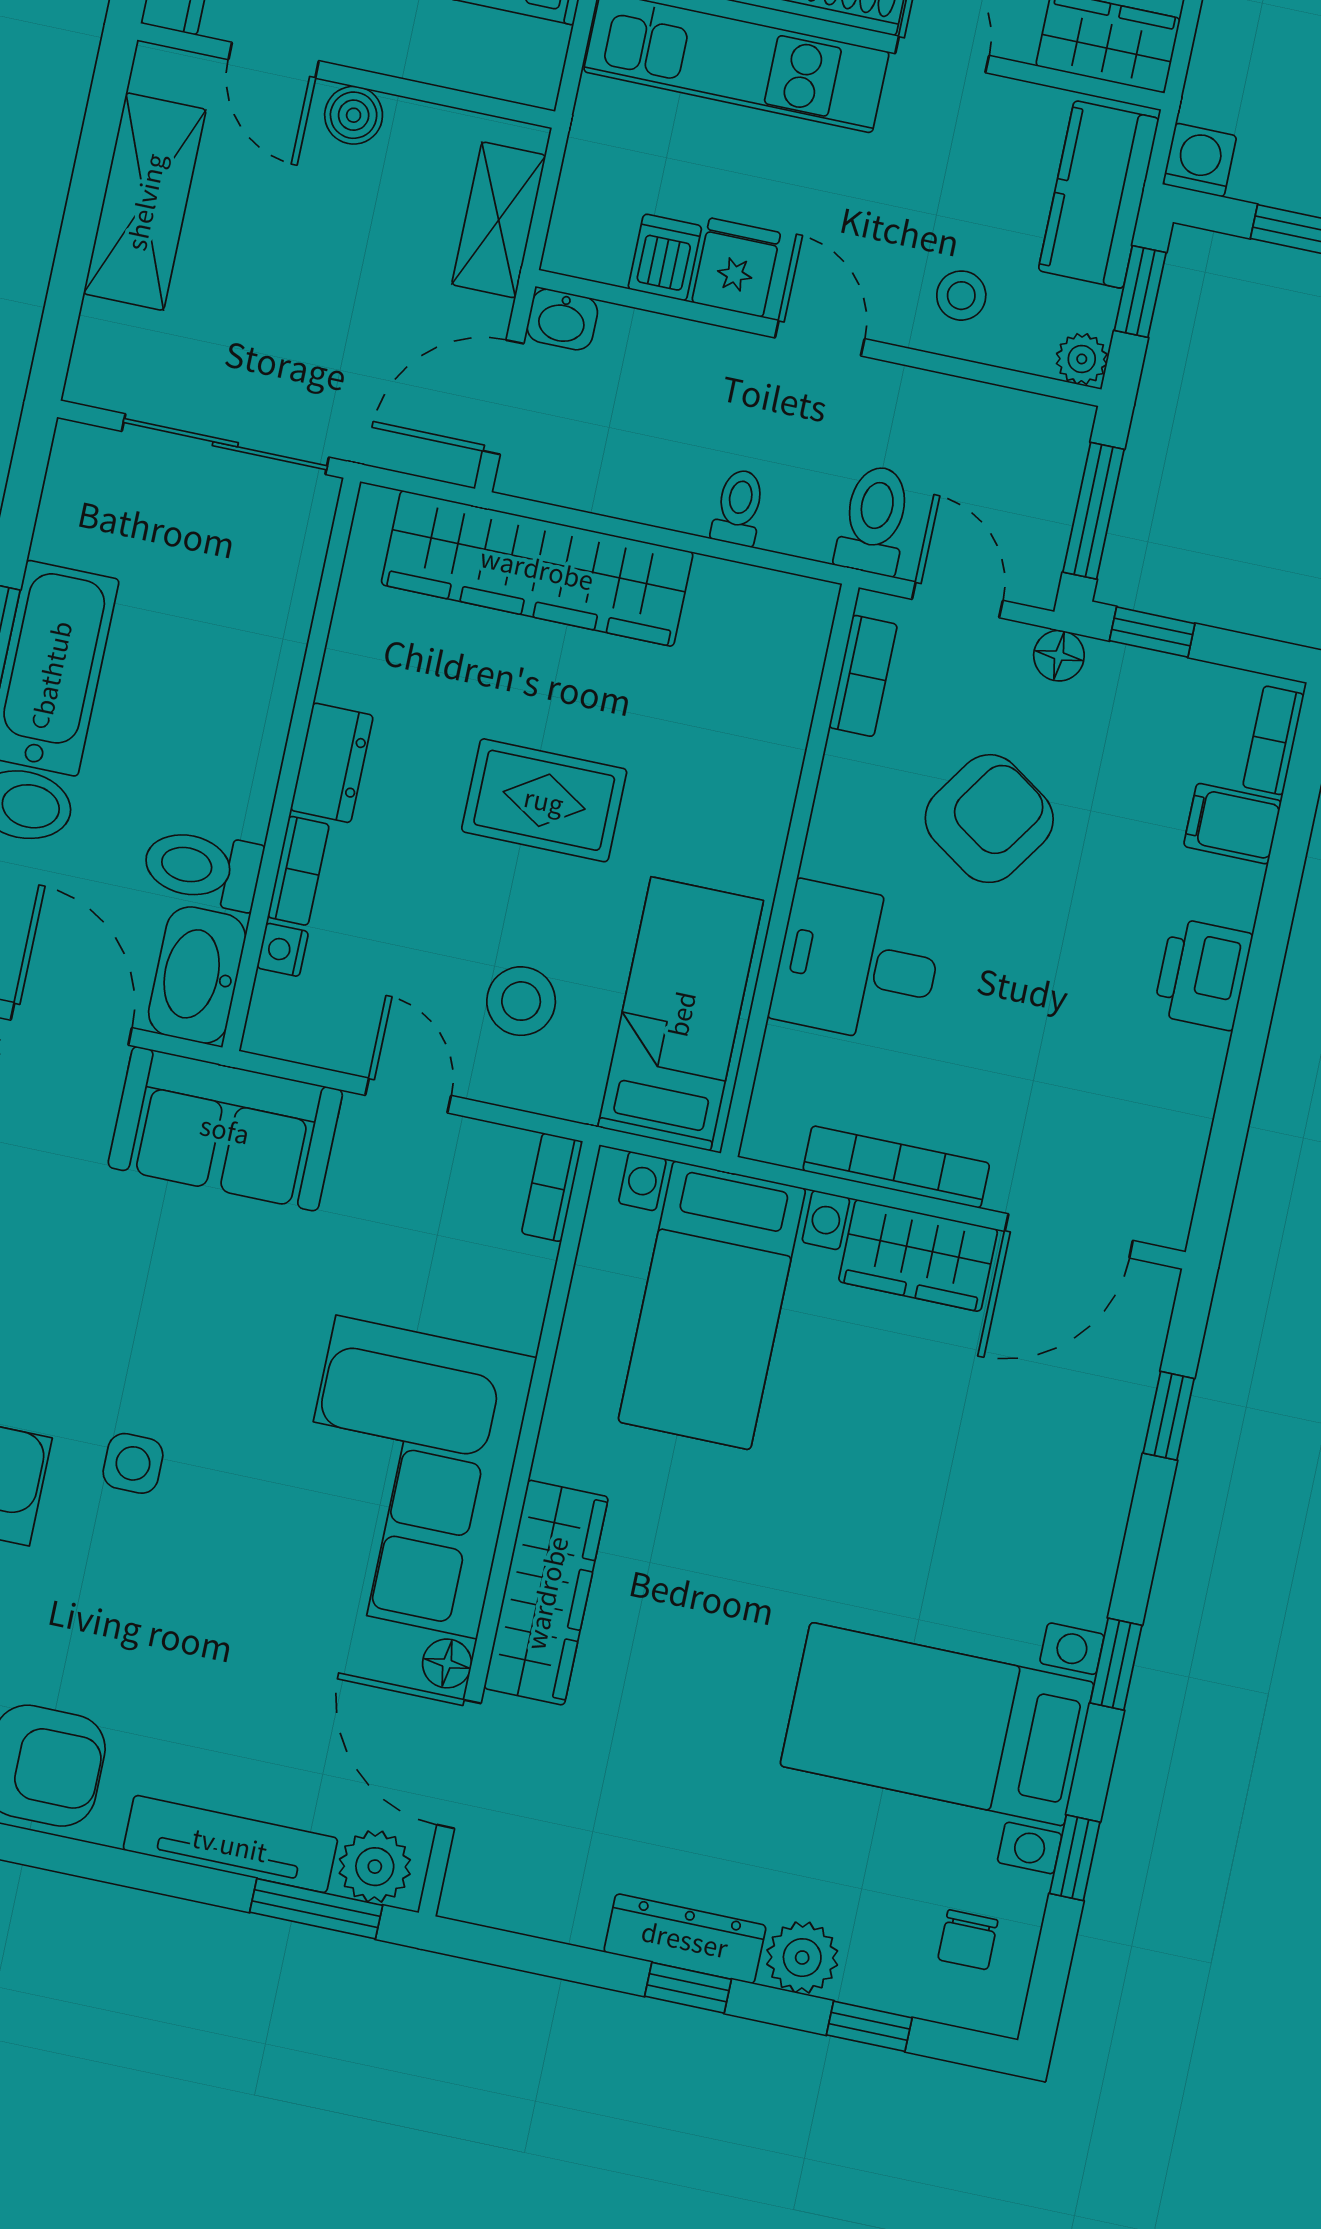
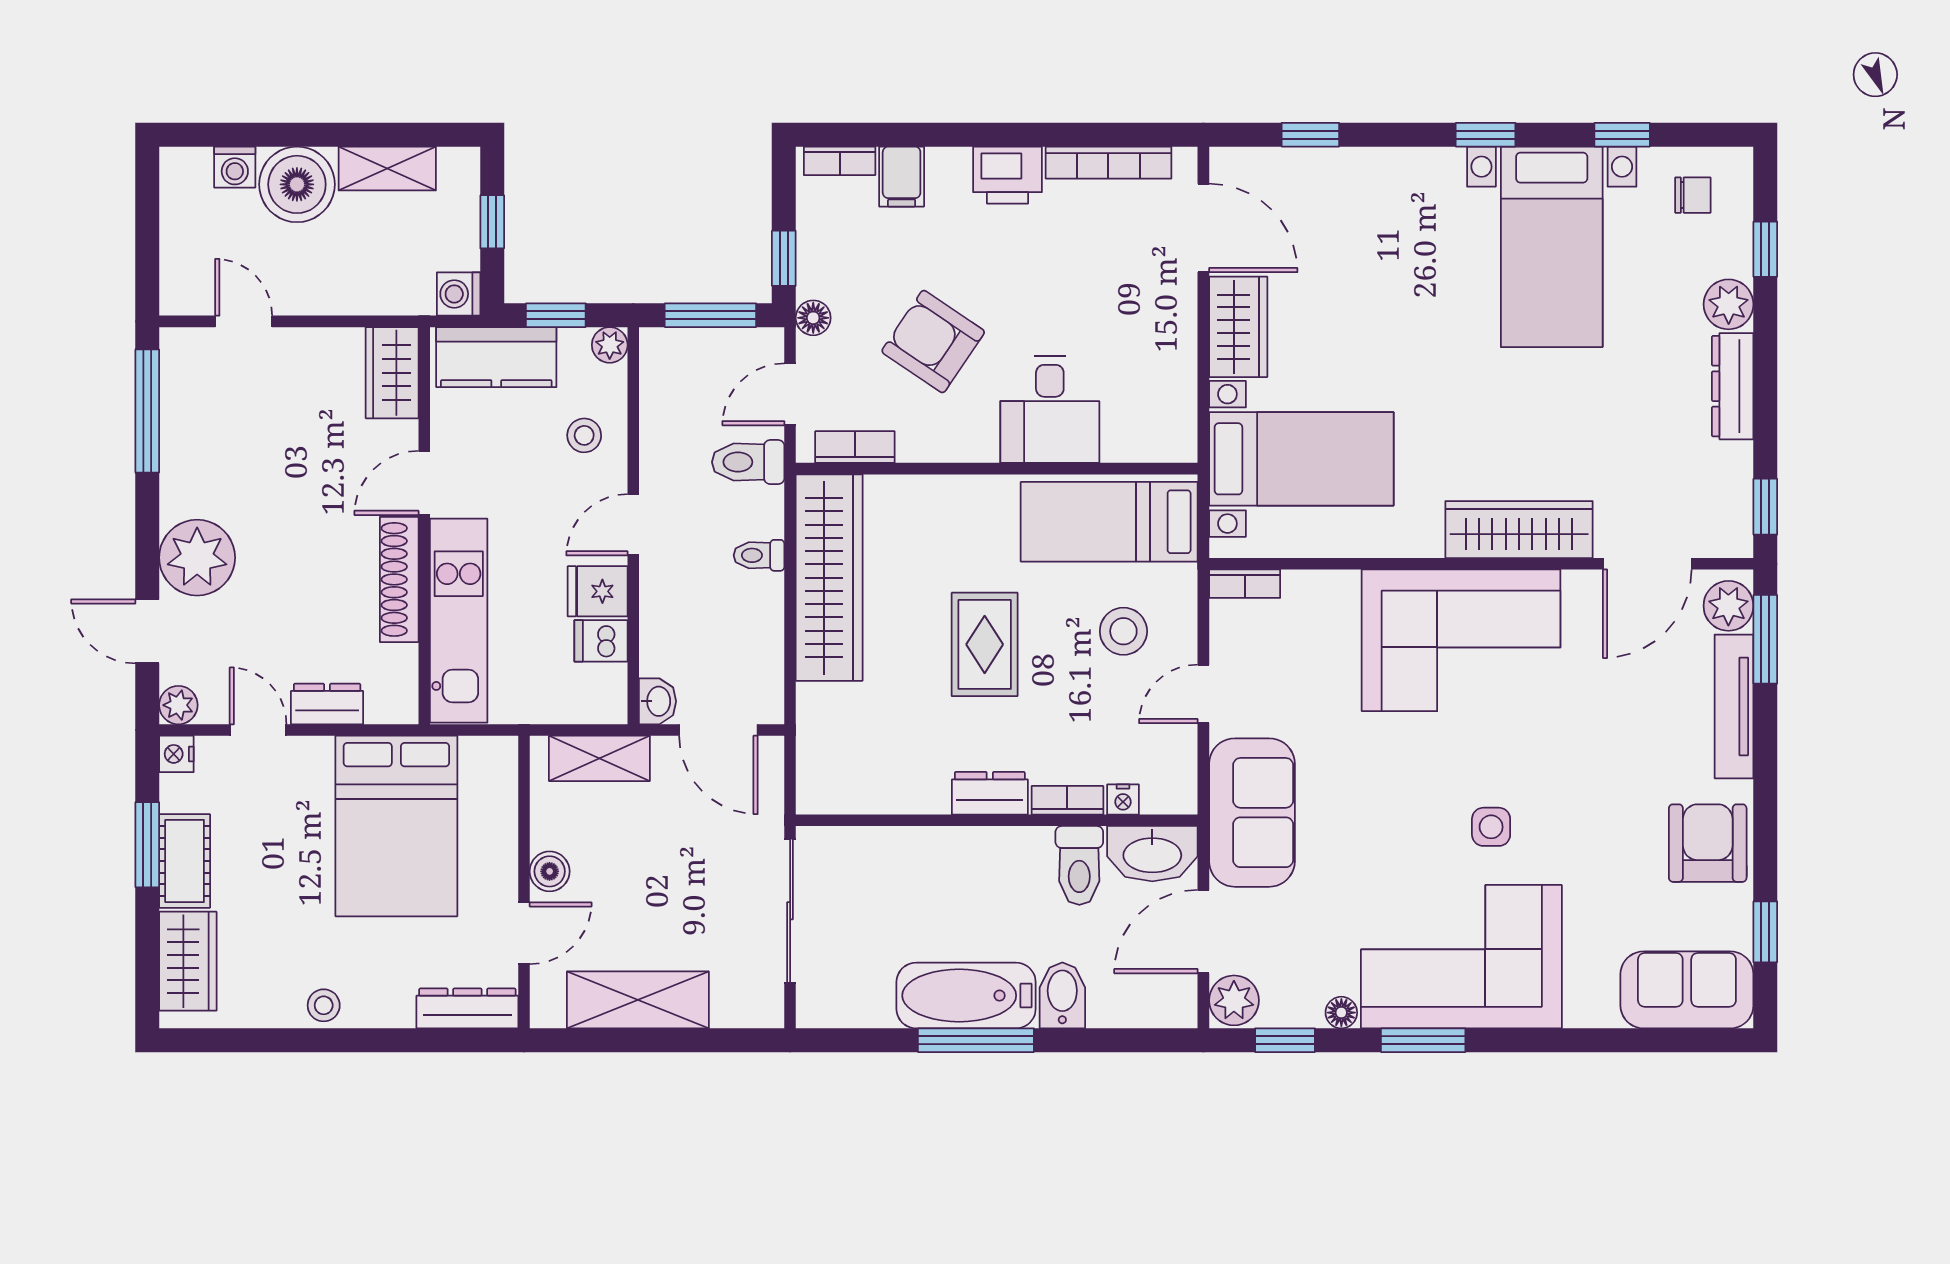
wardrobe: (537, 568) -> (829, 578), moved
bookcase: (896, 1167) -> (1108, 163), moved, turned -90
floor lamp: (447, 1663) -> (1581, 586), removed
window: (688, 1988) -> (1765, 507), moved

